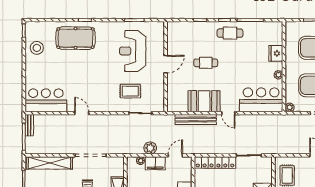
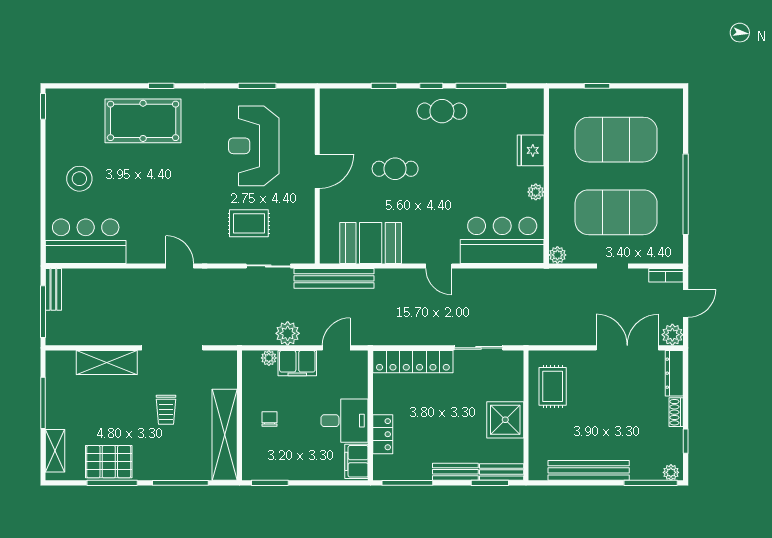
stool: (37, 48) -> (79, 179), moved
booth: (204, 101) -> (371, 243), moved
door: (82, 113) -> (180, 266), moved
bench: (196, 120) -> (334, 278), moved
shelving: (49, 163) -> (107, 362), width x0.68

